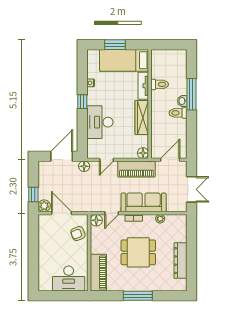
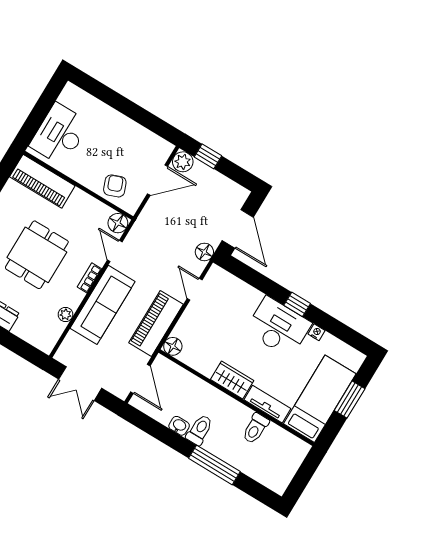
washbasin: (182, 101) -> (179, 426), moved
wardrobe: (142, 117) -> (232, 380), width x0.67
desk: (100, 122) -> (278, 327), moved

